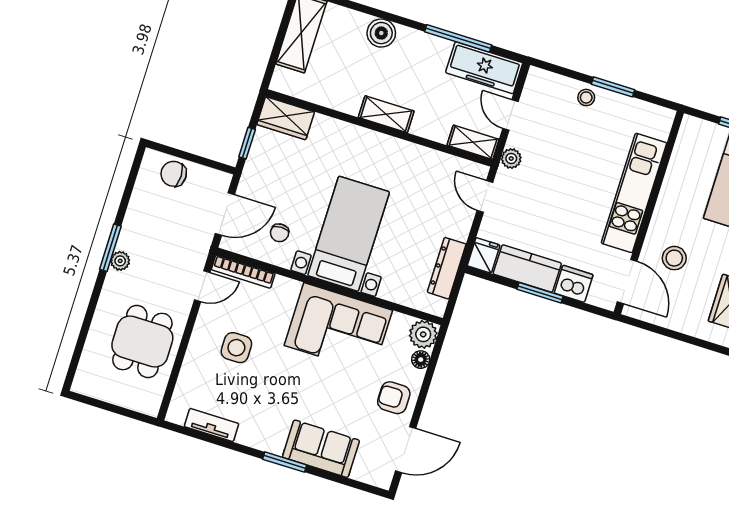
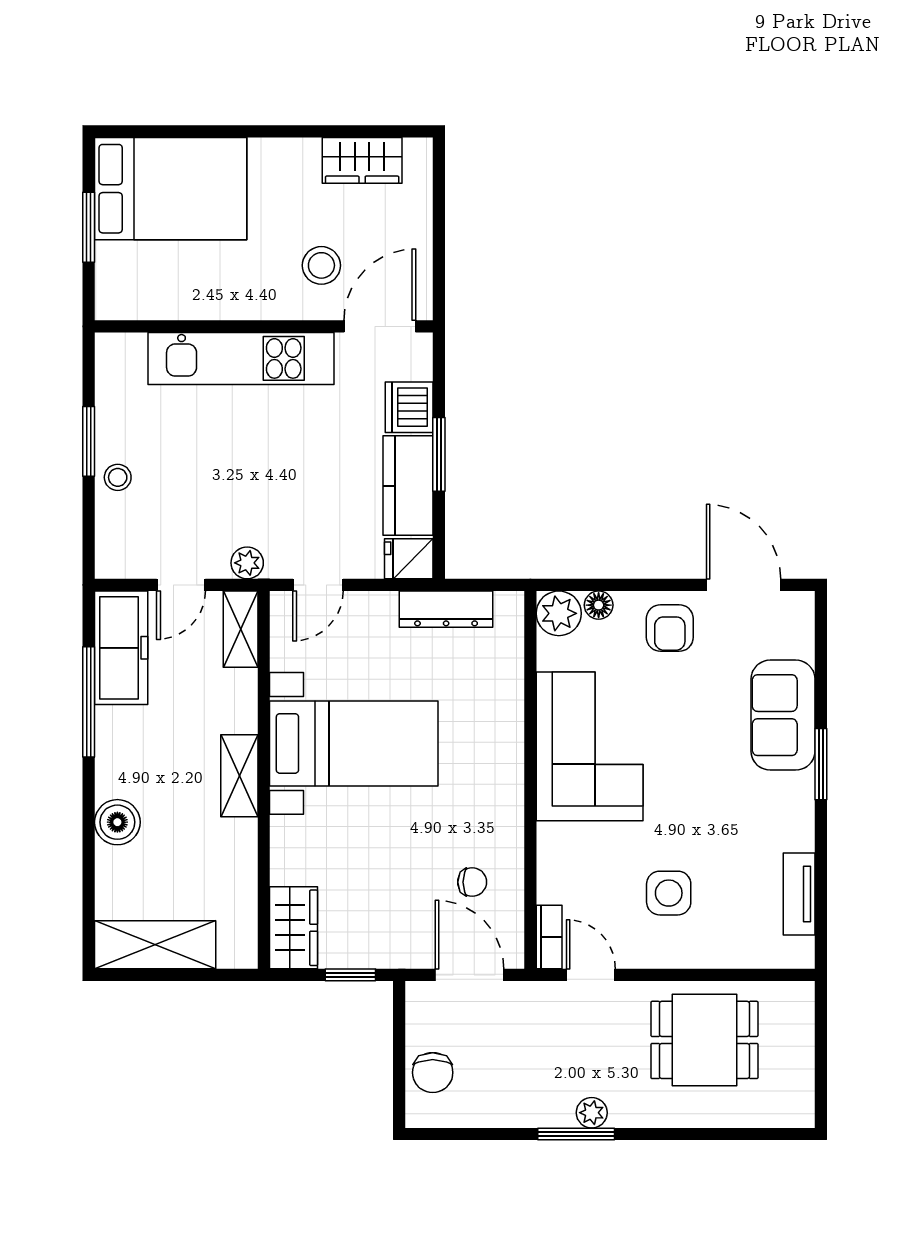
bed with nightstands: (349, 234) -> (354, 743), moved, turned 180
bookcase: (243, 272) -> (549, 937), width x0.64

